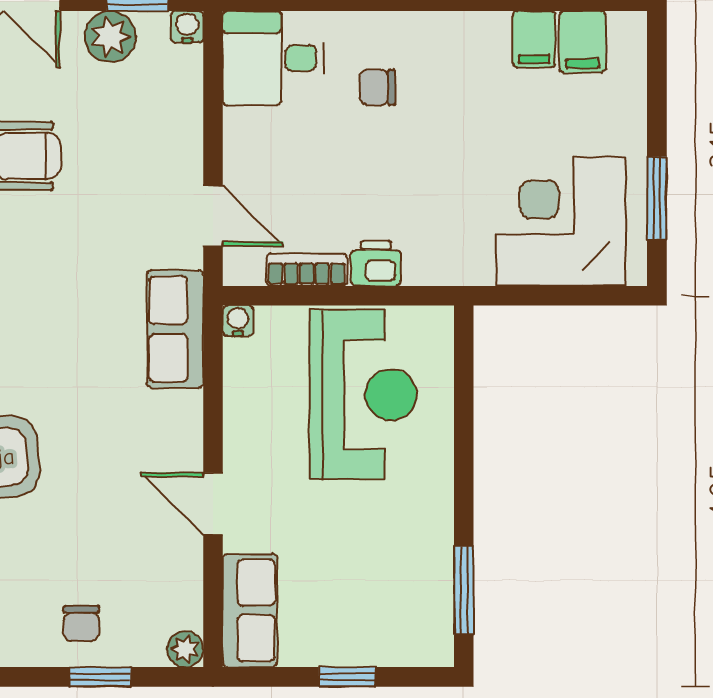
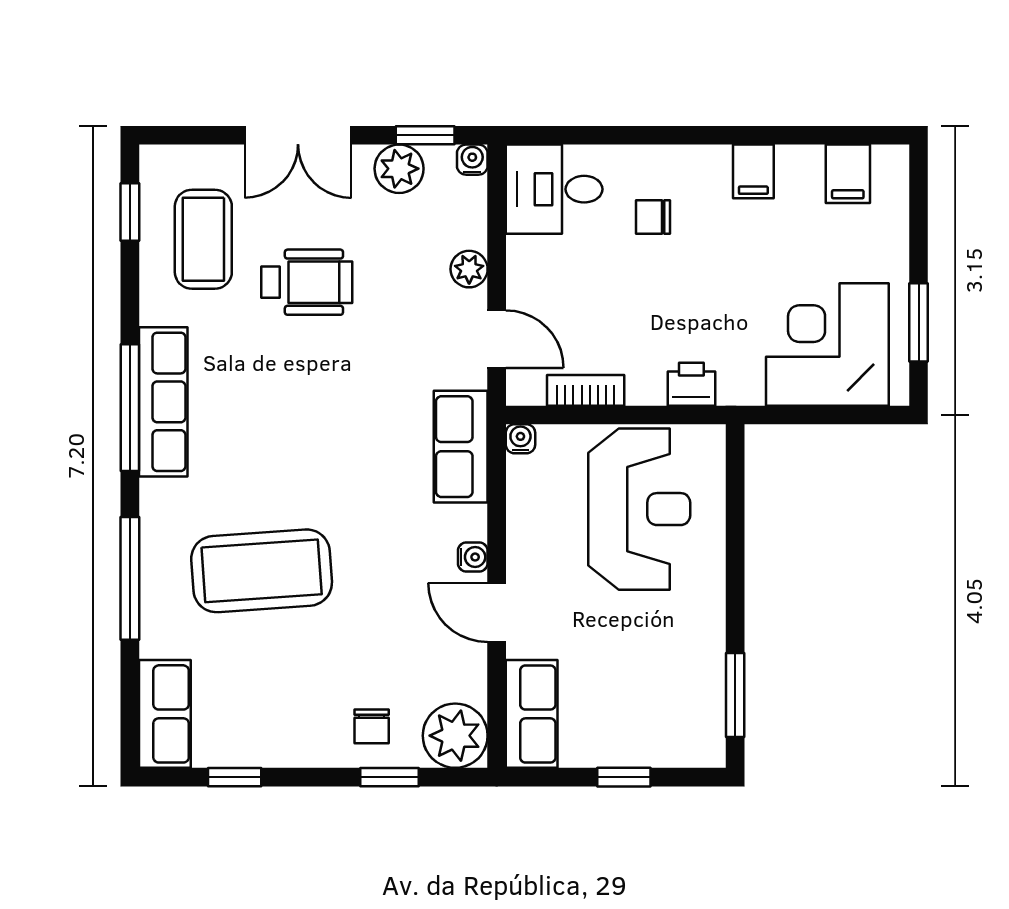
filing cabinet: (534, 39) -> (753, 171), moved
plant: (184, 142) -> (469, 269), added
printer: (376, 263) -> (691, 384), moved
water cooler: (188, 445) -> (473, 557), added
plant: (185, 649) -> (455, 736), width x1.87, depth x1.87

